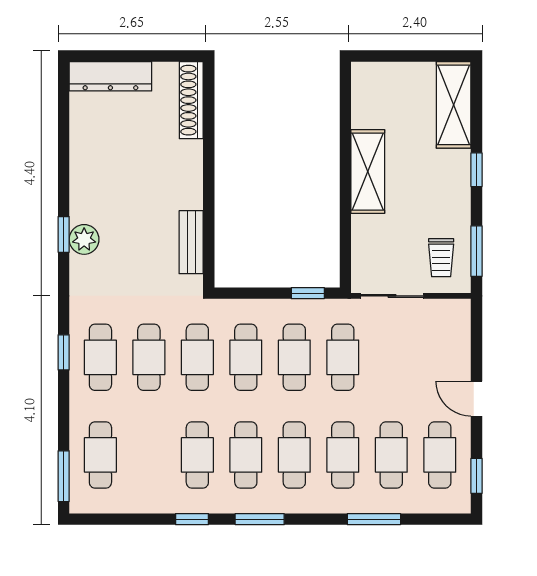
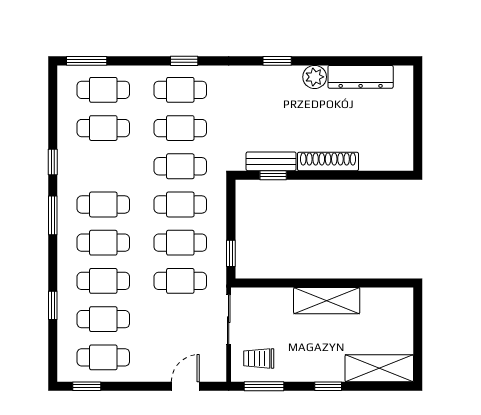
dresser: (110, 76) -> (361, 77), moved, turned -90
shoe rack: (191, 100) -> (328, 161), moved
plant: (84, 239) -> (315, 77), moved
window: (209, 239) -> (273, 175), added
door: (477, 399) -> (185, 386), moved
cafe table: (197, 455) -> (103, 128), moved
window: (374, 519) -> (53, 305), width x0.67

